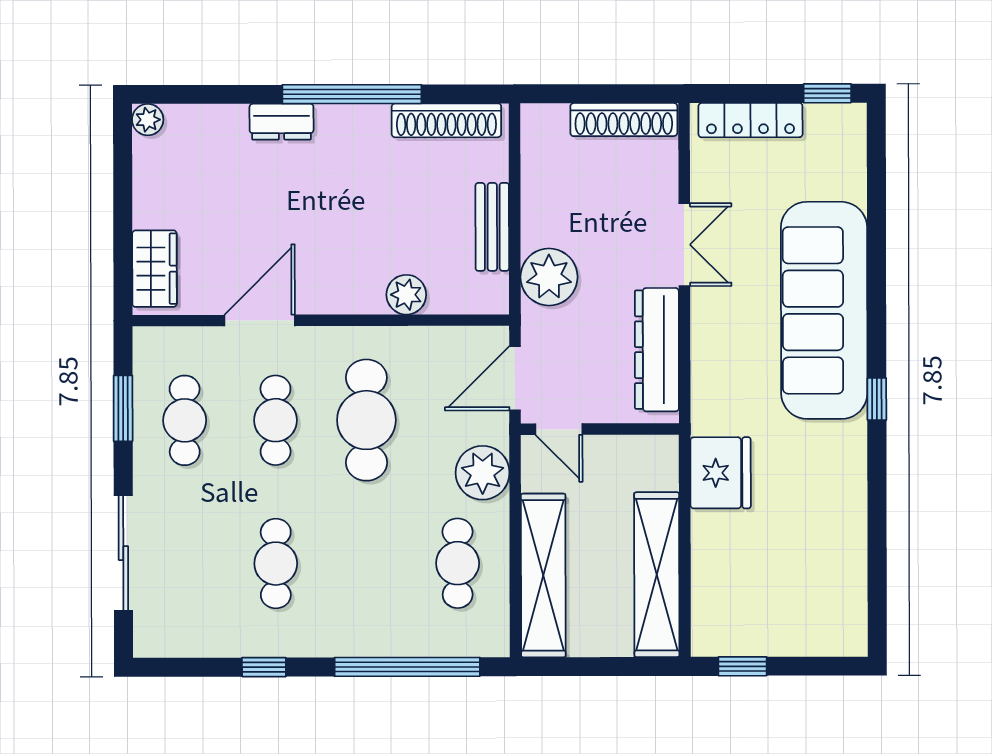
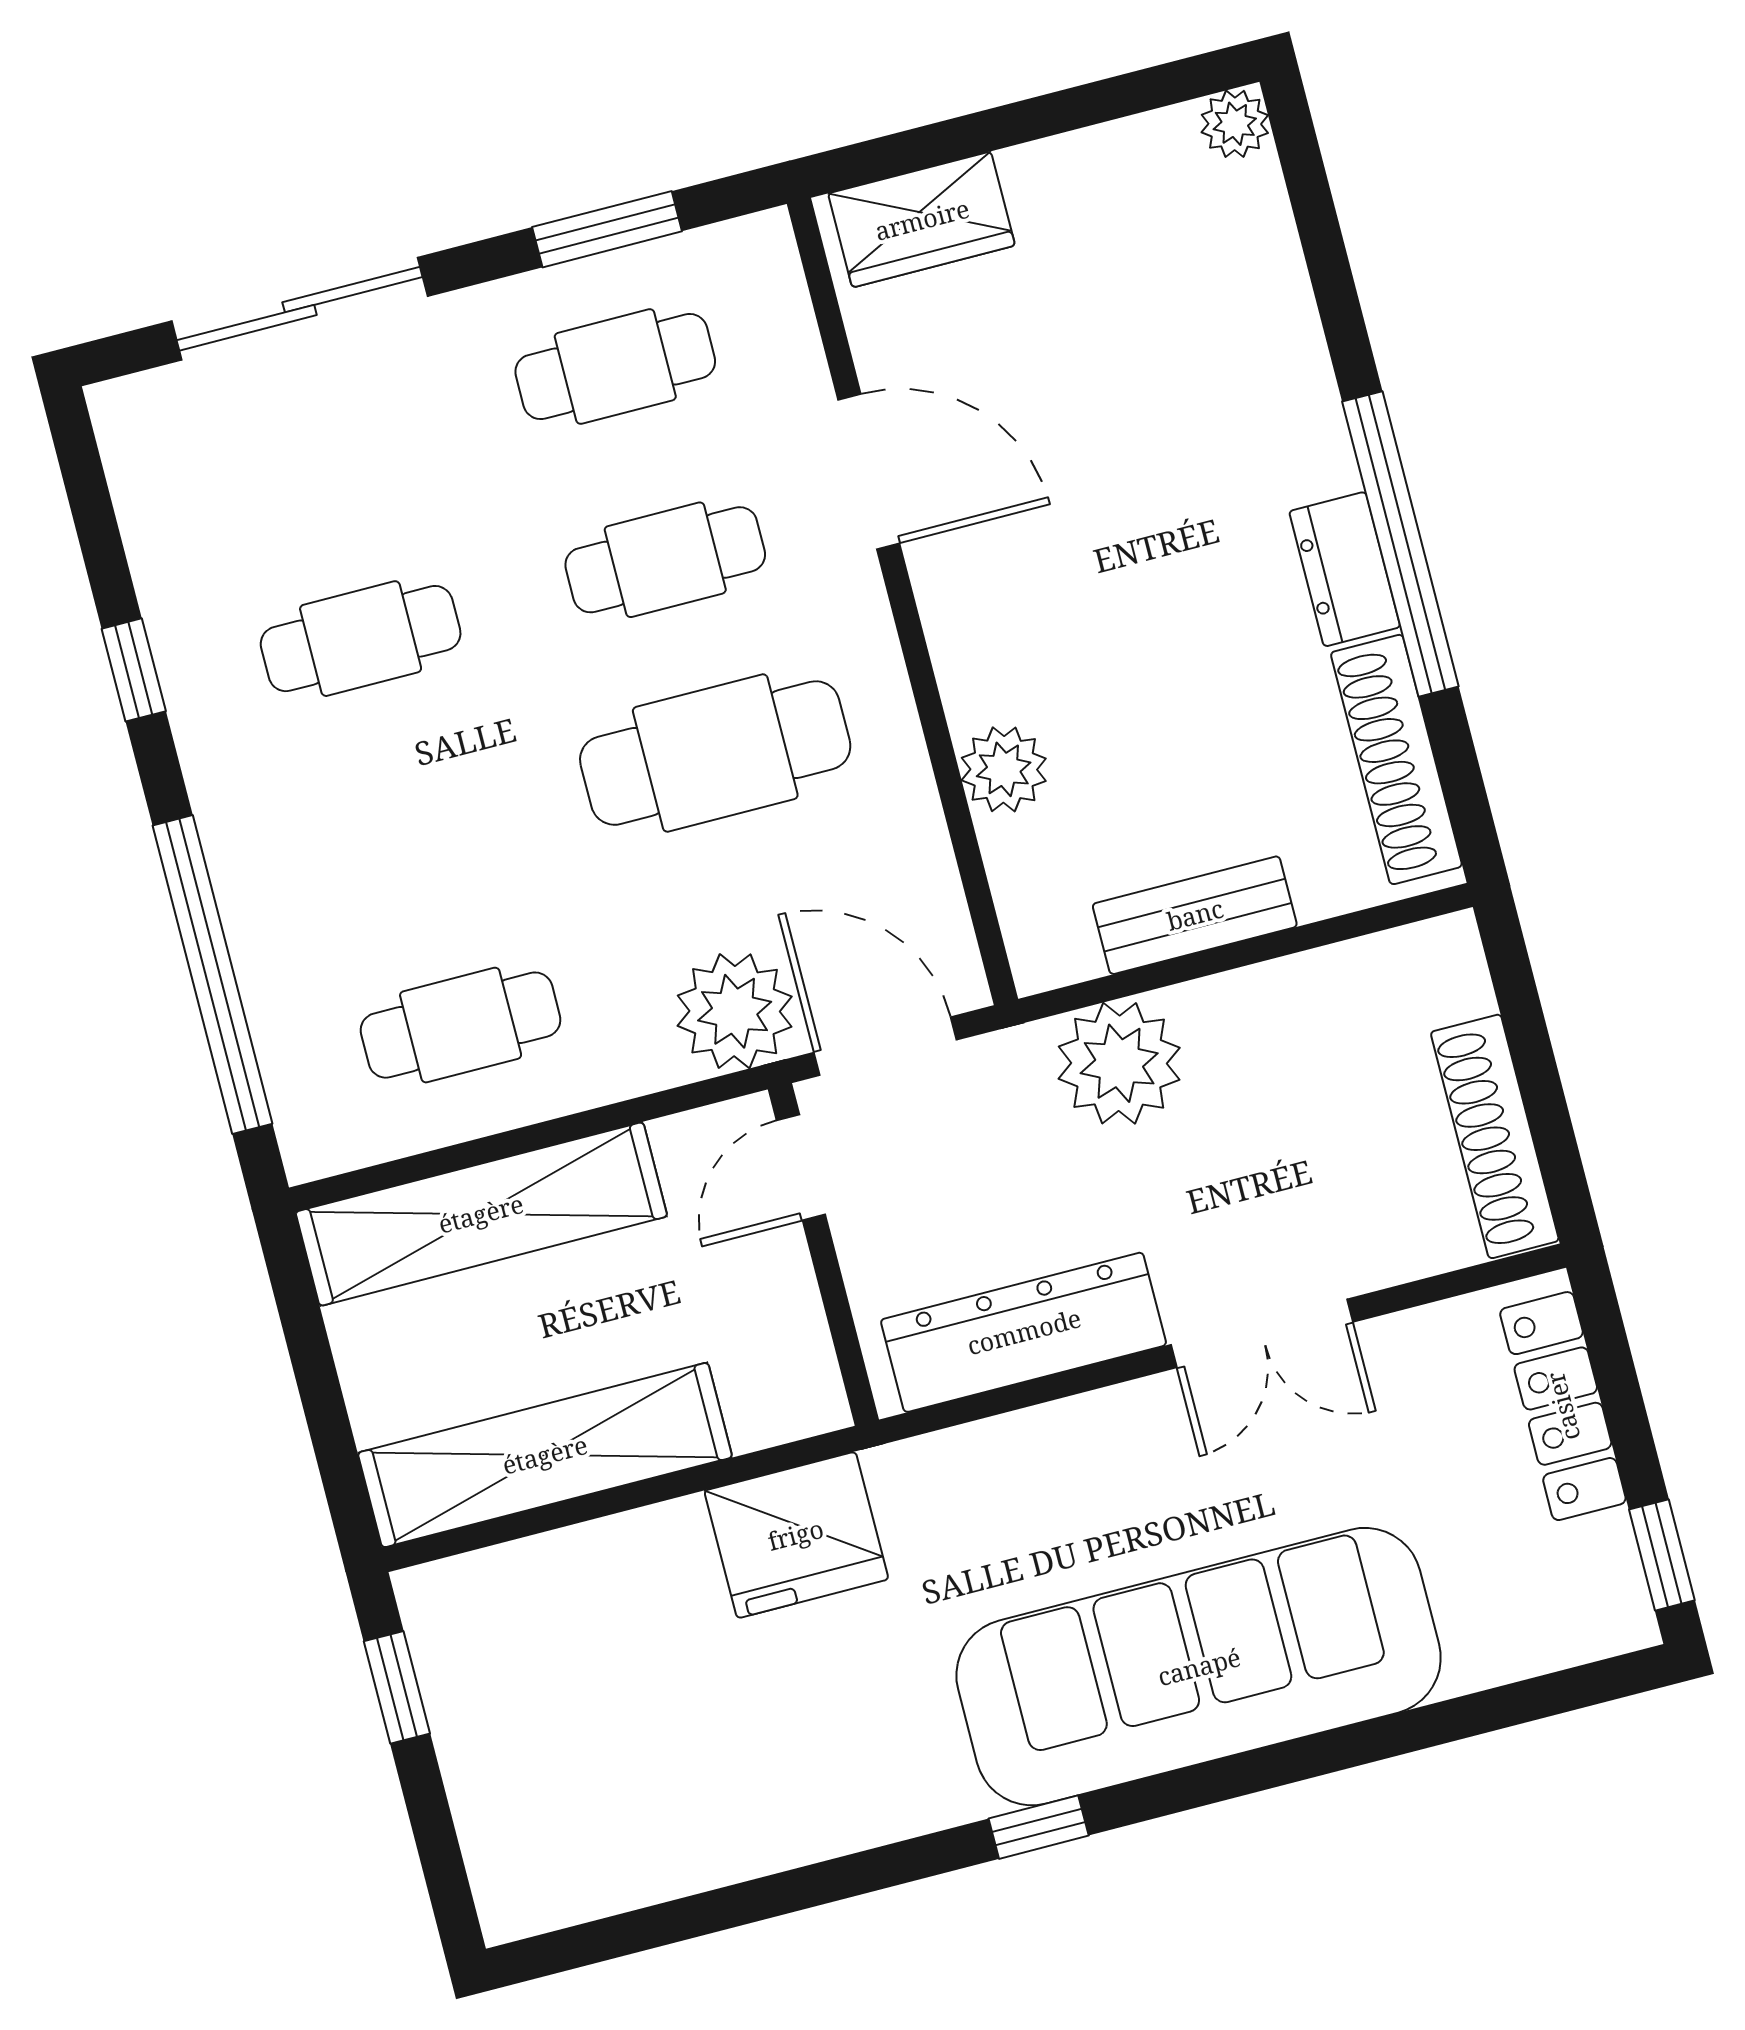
dresser: (282, 122) -> (1345, 569), moved
plant: (483, 473) -> (735, 1011), moved

